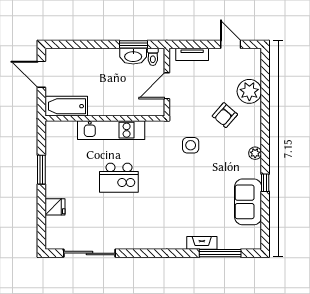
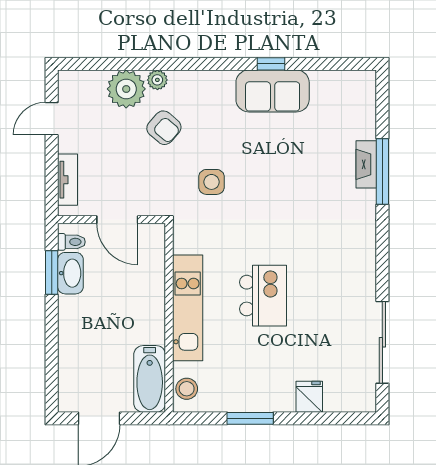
stool: (60, 130) -> (187, 389), added
plant: (255, 153) -> (157, 80), moved
sofa: (248, 202) -> (273, 91), moved
window: (220, 253) -> (382, 171), moved

